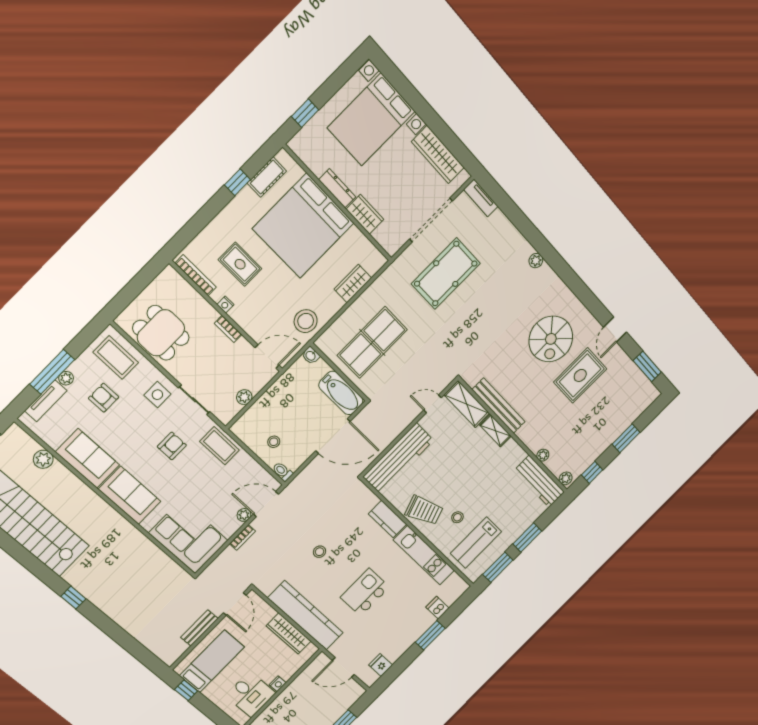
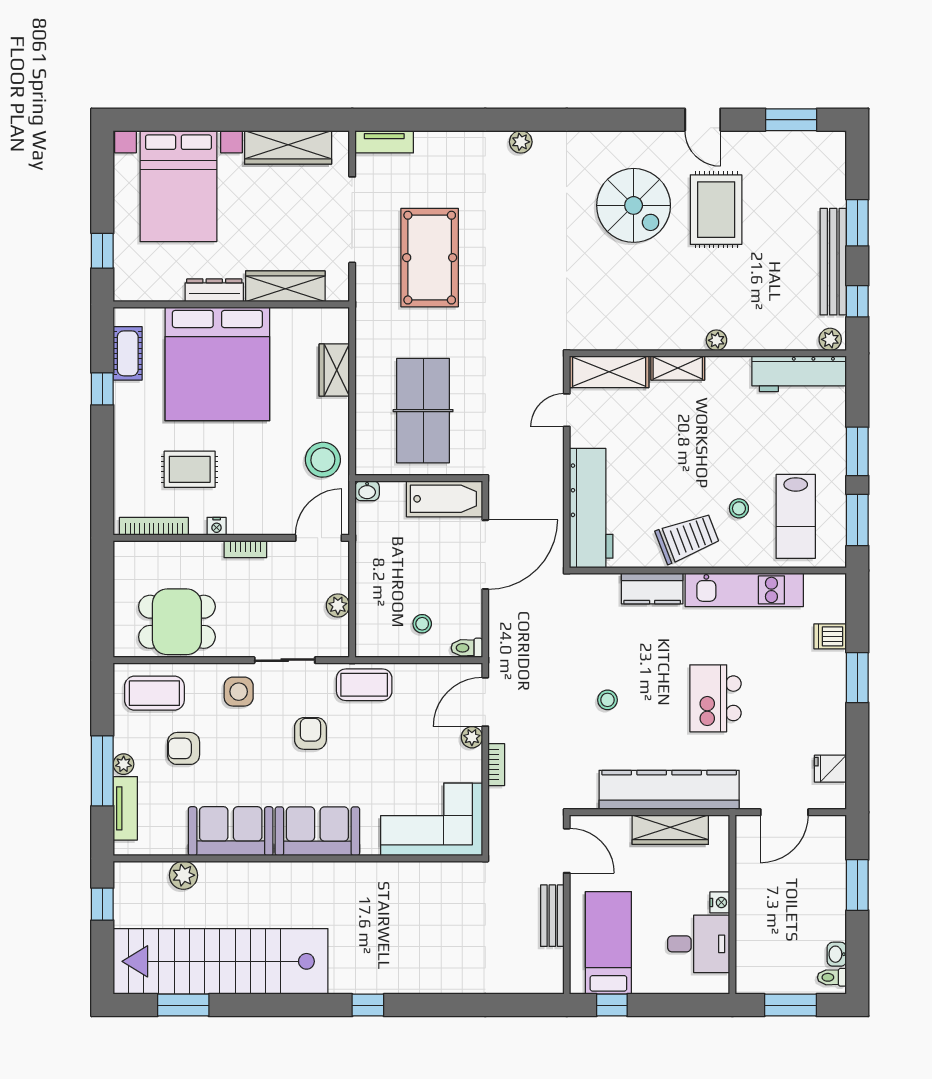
wardrobe: (365, 214) -> (285, 286), width x1.50
bench: (499, 406) -> (833, 262), moved, turned 90
plant: (543, 455) -> (716, 340), moved

